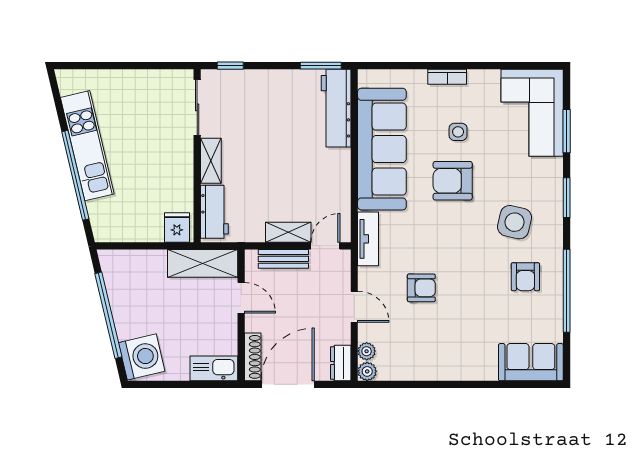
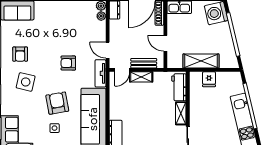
armchair: (453, 181) -> (57, 103), turned -100
fridge: (177, 228) -> (209, 79), moved
shelving: (203, 263) -> (201, 61), moved
armchair: (525, 277) -> (20, 54), turned 180
armchair: (421, 288) -> (68, 63), moved
door: (354, 307) -> (108, 50), moved

